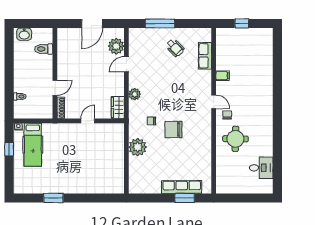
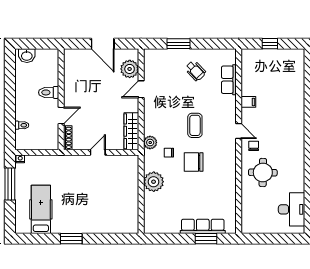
door: (92, 24) -> (103, 44), hinge flipped
window: (160, 24) -> (178, 44), width x0.69
toilet: (44, 49) -> (49, 92), moved
plant: (135, 94) -> (150, 143), moved
coffee table: (175, 97) -> (195, 125), added
wardrobe: (118, 107) -> (131, 131), width x1.50
hospital bed: (33, 145) -> (41, 209), moved, turned 180
window: (9, 149) -> (10, 184), width x2.17
desk: (261, 168) -> (292, 209), width x1.37
window: (53, 198) -> (71, 239), moved

